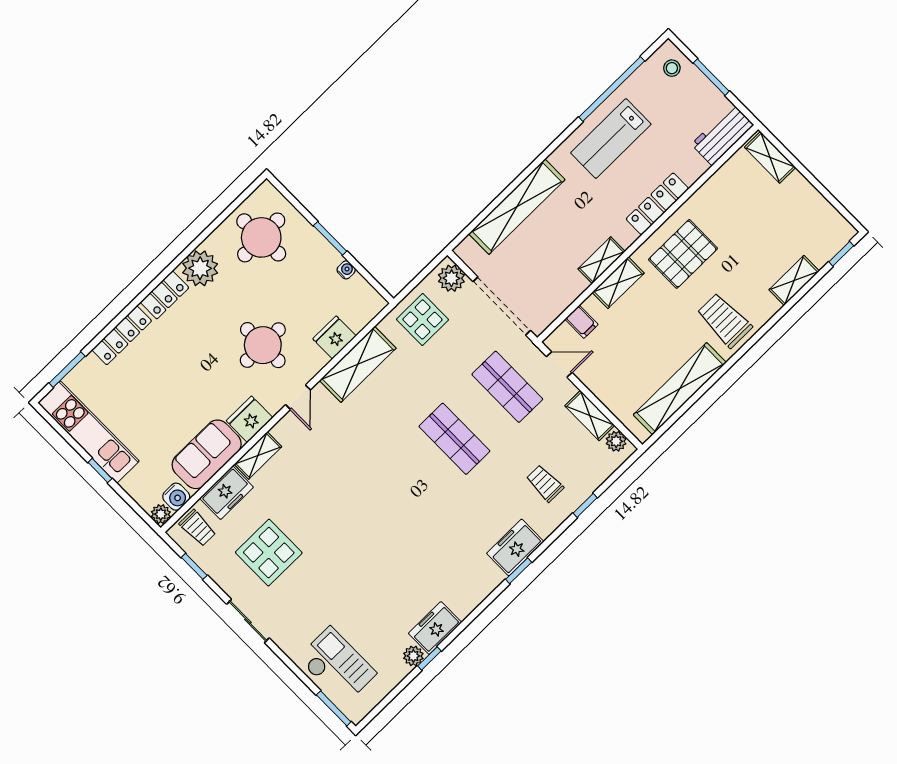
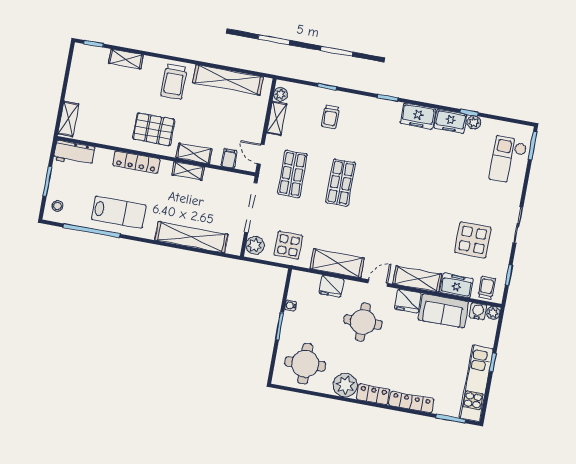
shelving: (258, 455) -> (417, 279), width x1.50, depth x1.33
freezer: (515, 548) -> (418, 116), moved

